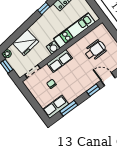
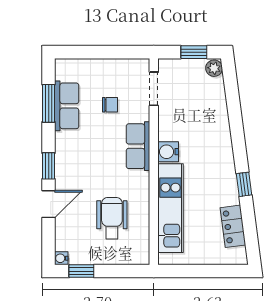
fridge: (26, 42) -> (210, 113), removed
wheelchair: (95, 50) -> (112, 218), turned 180
row of seats: (56, 107) -> (67, 106), moved

